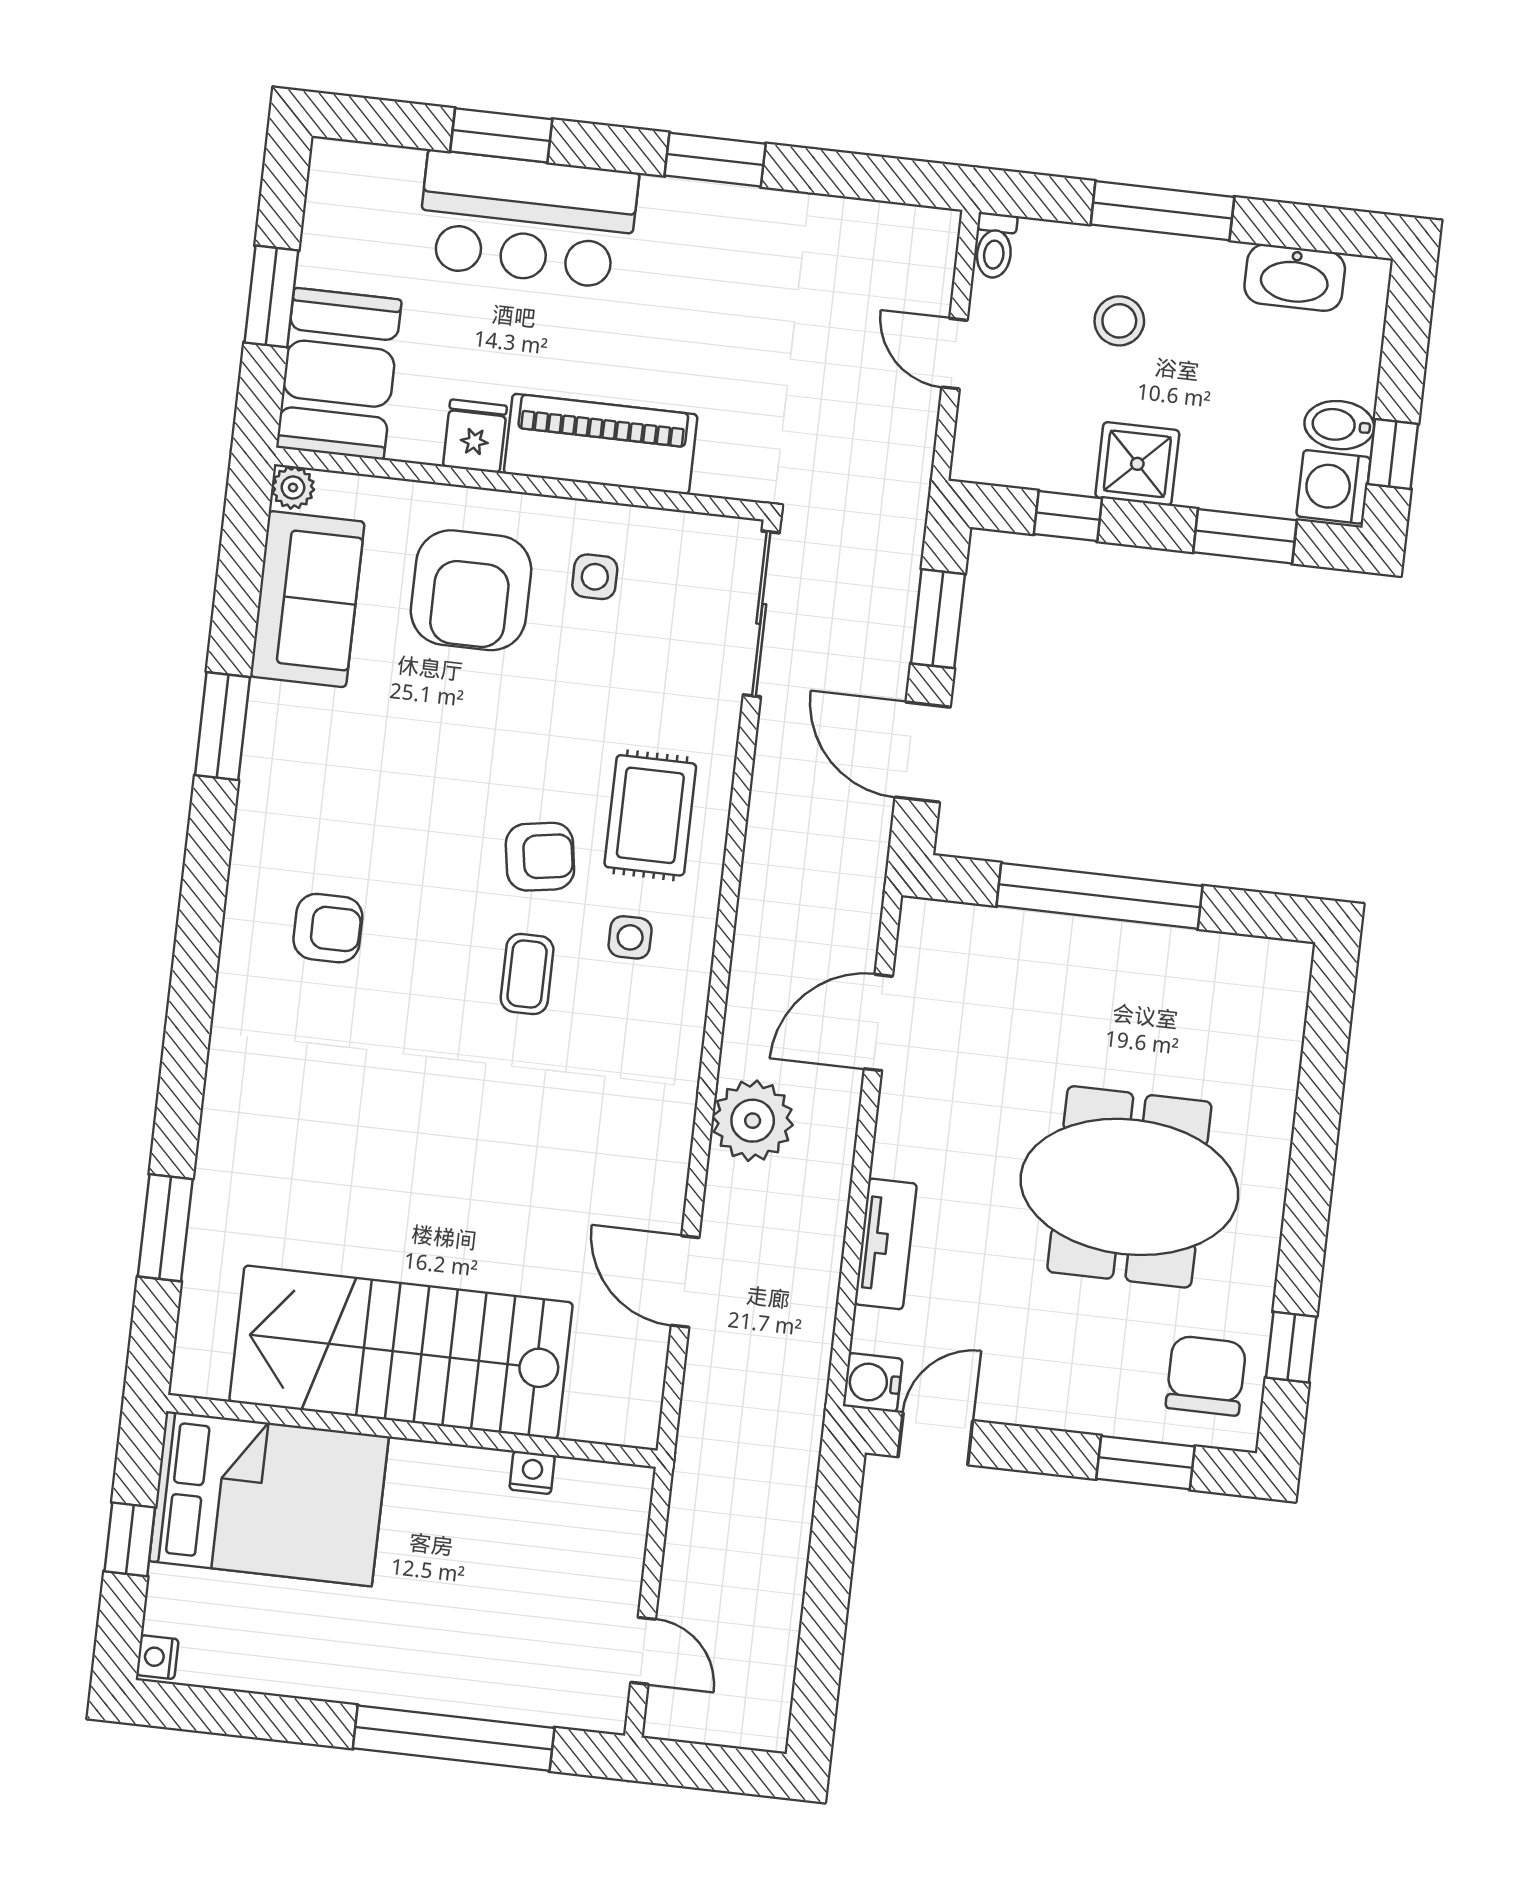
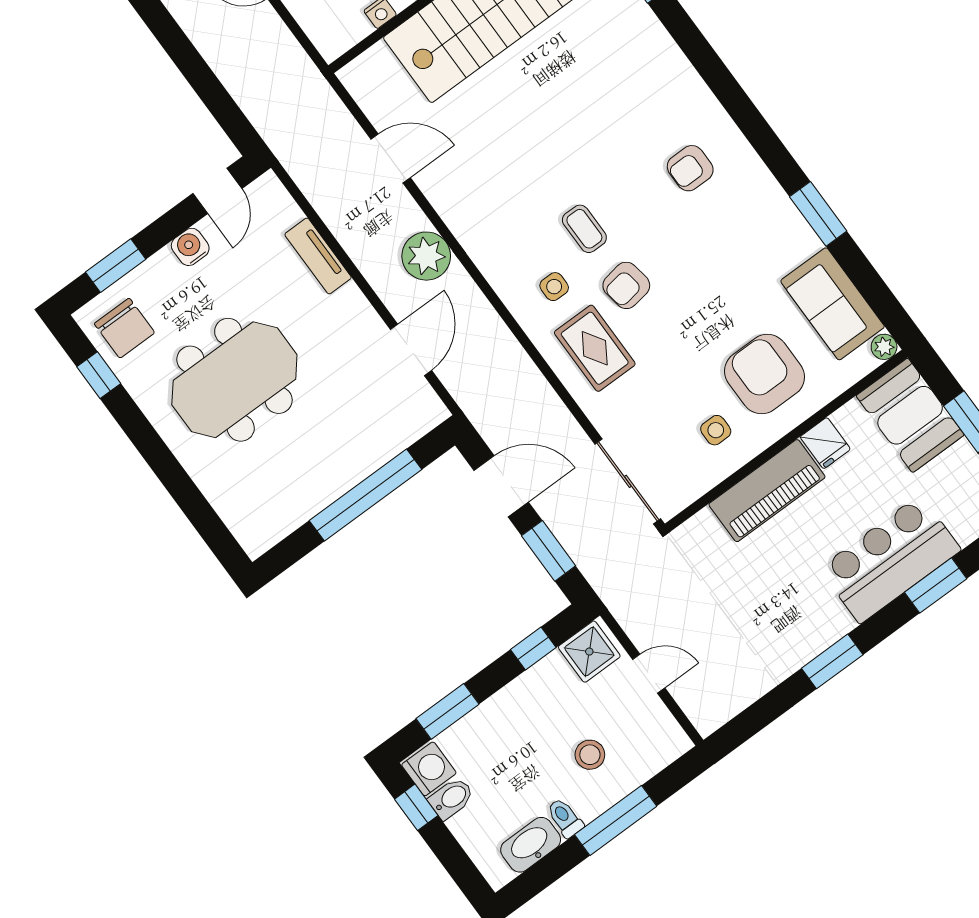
toilet: (995, 246) -> (565, 818), moved
shower: (1137, 464) -> (589, 652), moved
water cooler: (873, 1383) -> (190, 247), moved, turned -90

